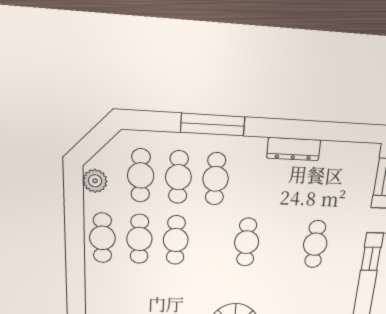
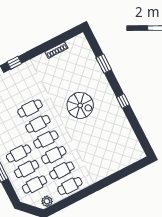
cafe table: (211, 241) -> (46, 139), added
cafe table: (315, 244) -> (30, 108), moved

